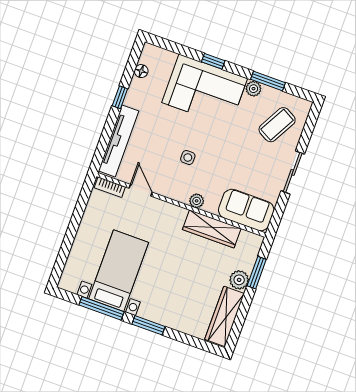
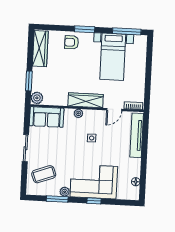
window: (120, 97) -> (144, 162), removed
coffee table: (277, 125) -> (44, 174), turned 41
door: (141, 190) -> (114, 110), hinge flipped
wardrobe: (212, 229) -> (86, 100), moved
plant: (239, 280) -> (37, 98), moved
window: (102, 308) -> (127, 31), moved
armchair: (174, 312) -> (72, 42), added

